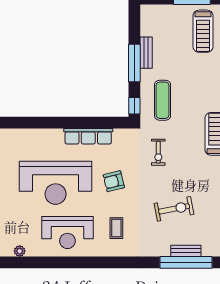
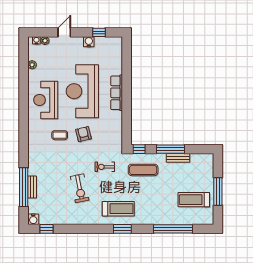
row of seats: (88, 136) -> (117, 93), moved
exercise bike: (174, 209) -> (80, 188), moved
coffee table: (116, 228) -> (60, 135), moved

